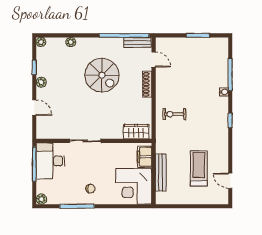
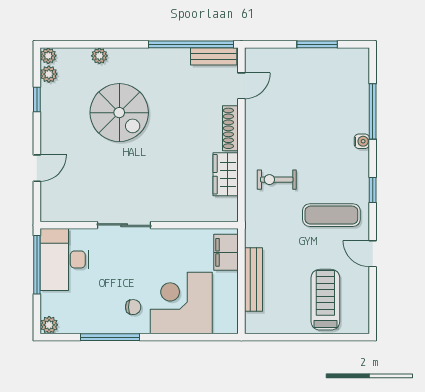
door: (154, 60) -> (241, 86), hinge flipped
spiral stairs: (102, 75) -> (119, 113), moved
plant: (41, 82) -> (49, 74), moved
door: (34, 108) -> (37, 168), hinge flipped
wardrobe: (136, 132) -> (226, 174), moved, turned -90
exercise mat: (206, 135) -> (331, 215), added
treadmill: (199, 168) -> (325, 300), moved
door: (230, 181) -> (373, 254), moved
corner desk: (134, 186) -> (181, 303), moved, turned 90

